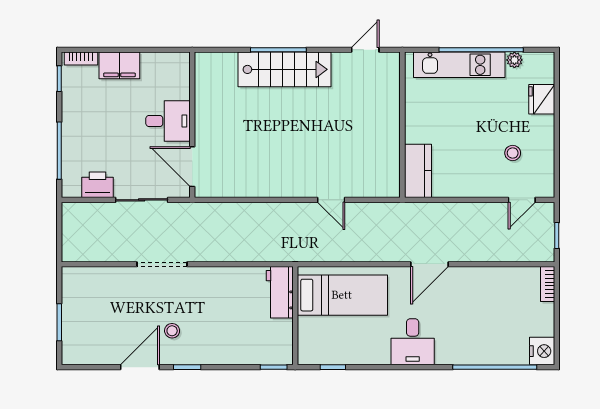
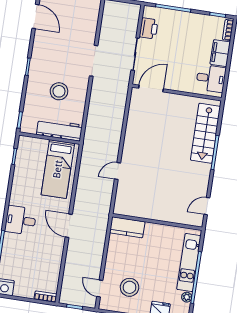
door: (365, 50) -> (207, 206), swing flipped
stairs: (285, 69) -> (206, 133), moved
desk: (168, 121) -> (211, 78), moved, turned -90
stool: (513, 153) -> (130, 287), width x1.89, depth x1.89
workbench: (280, 292) -> (59, 130), width x1.37
stool: (172, 331) -> (59, 91), moved, width x1.89, depth x1.89
desk: (413, 342) -> (21, 220), moved
door: (140, 367) -> (35, 16), moved

